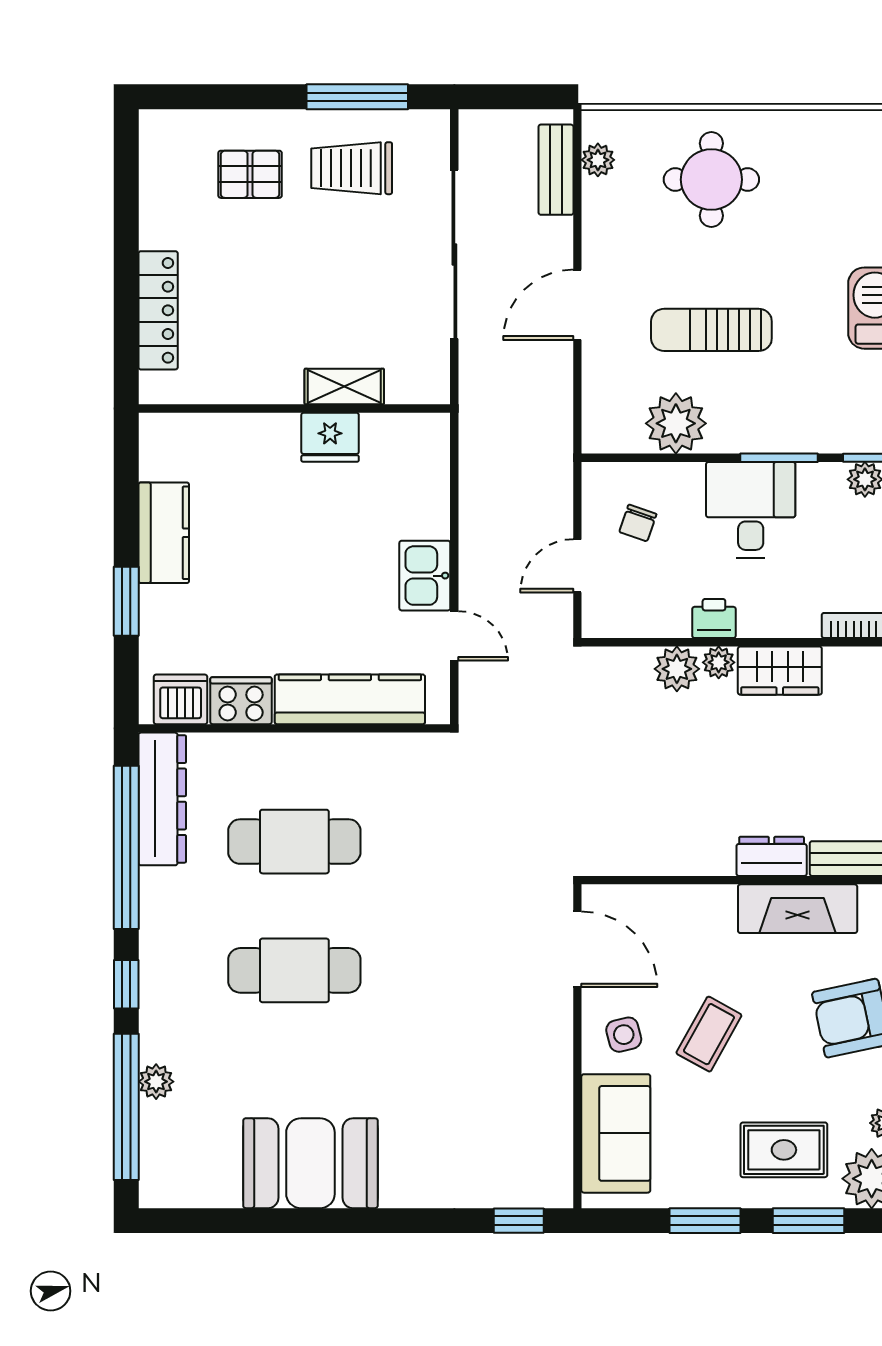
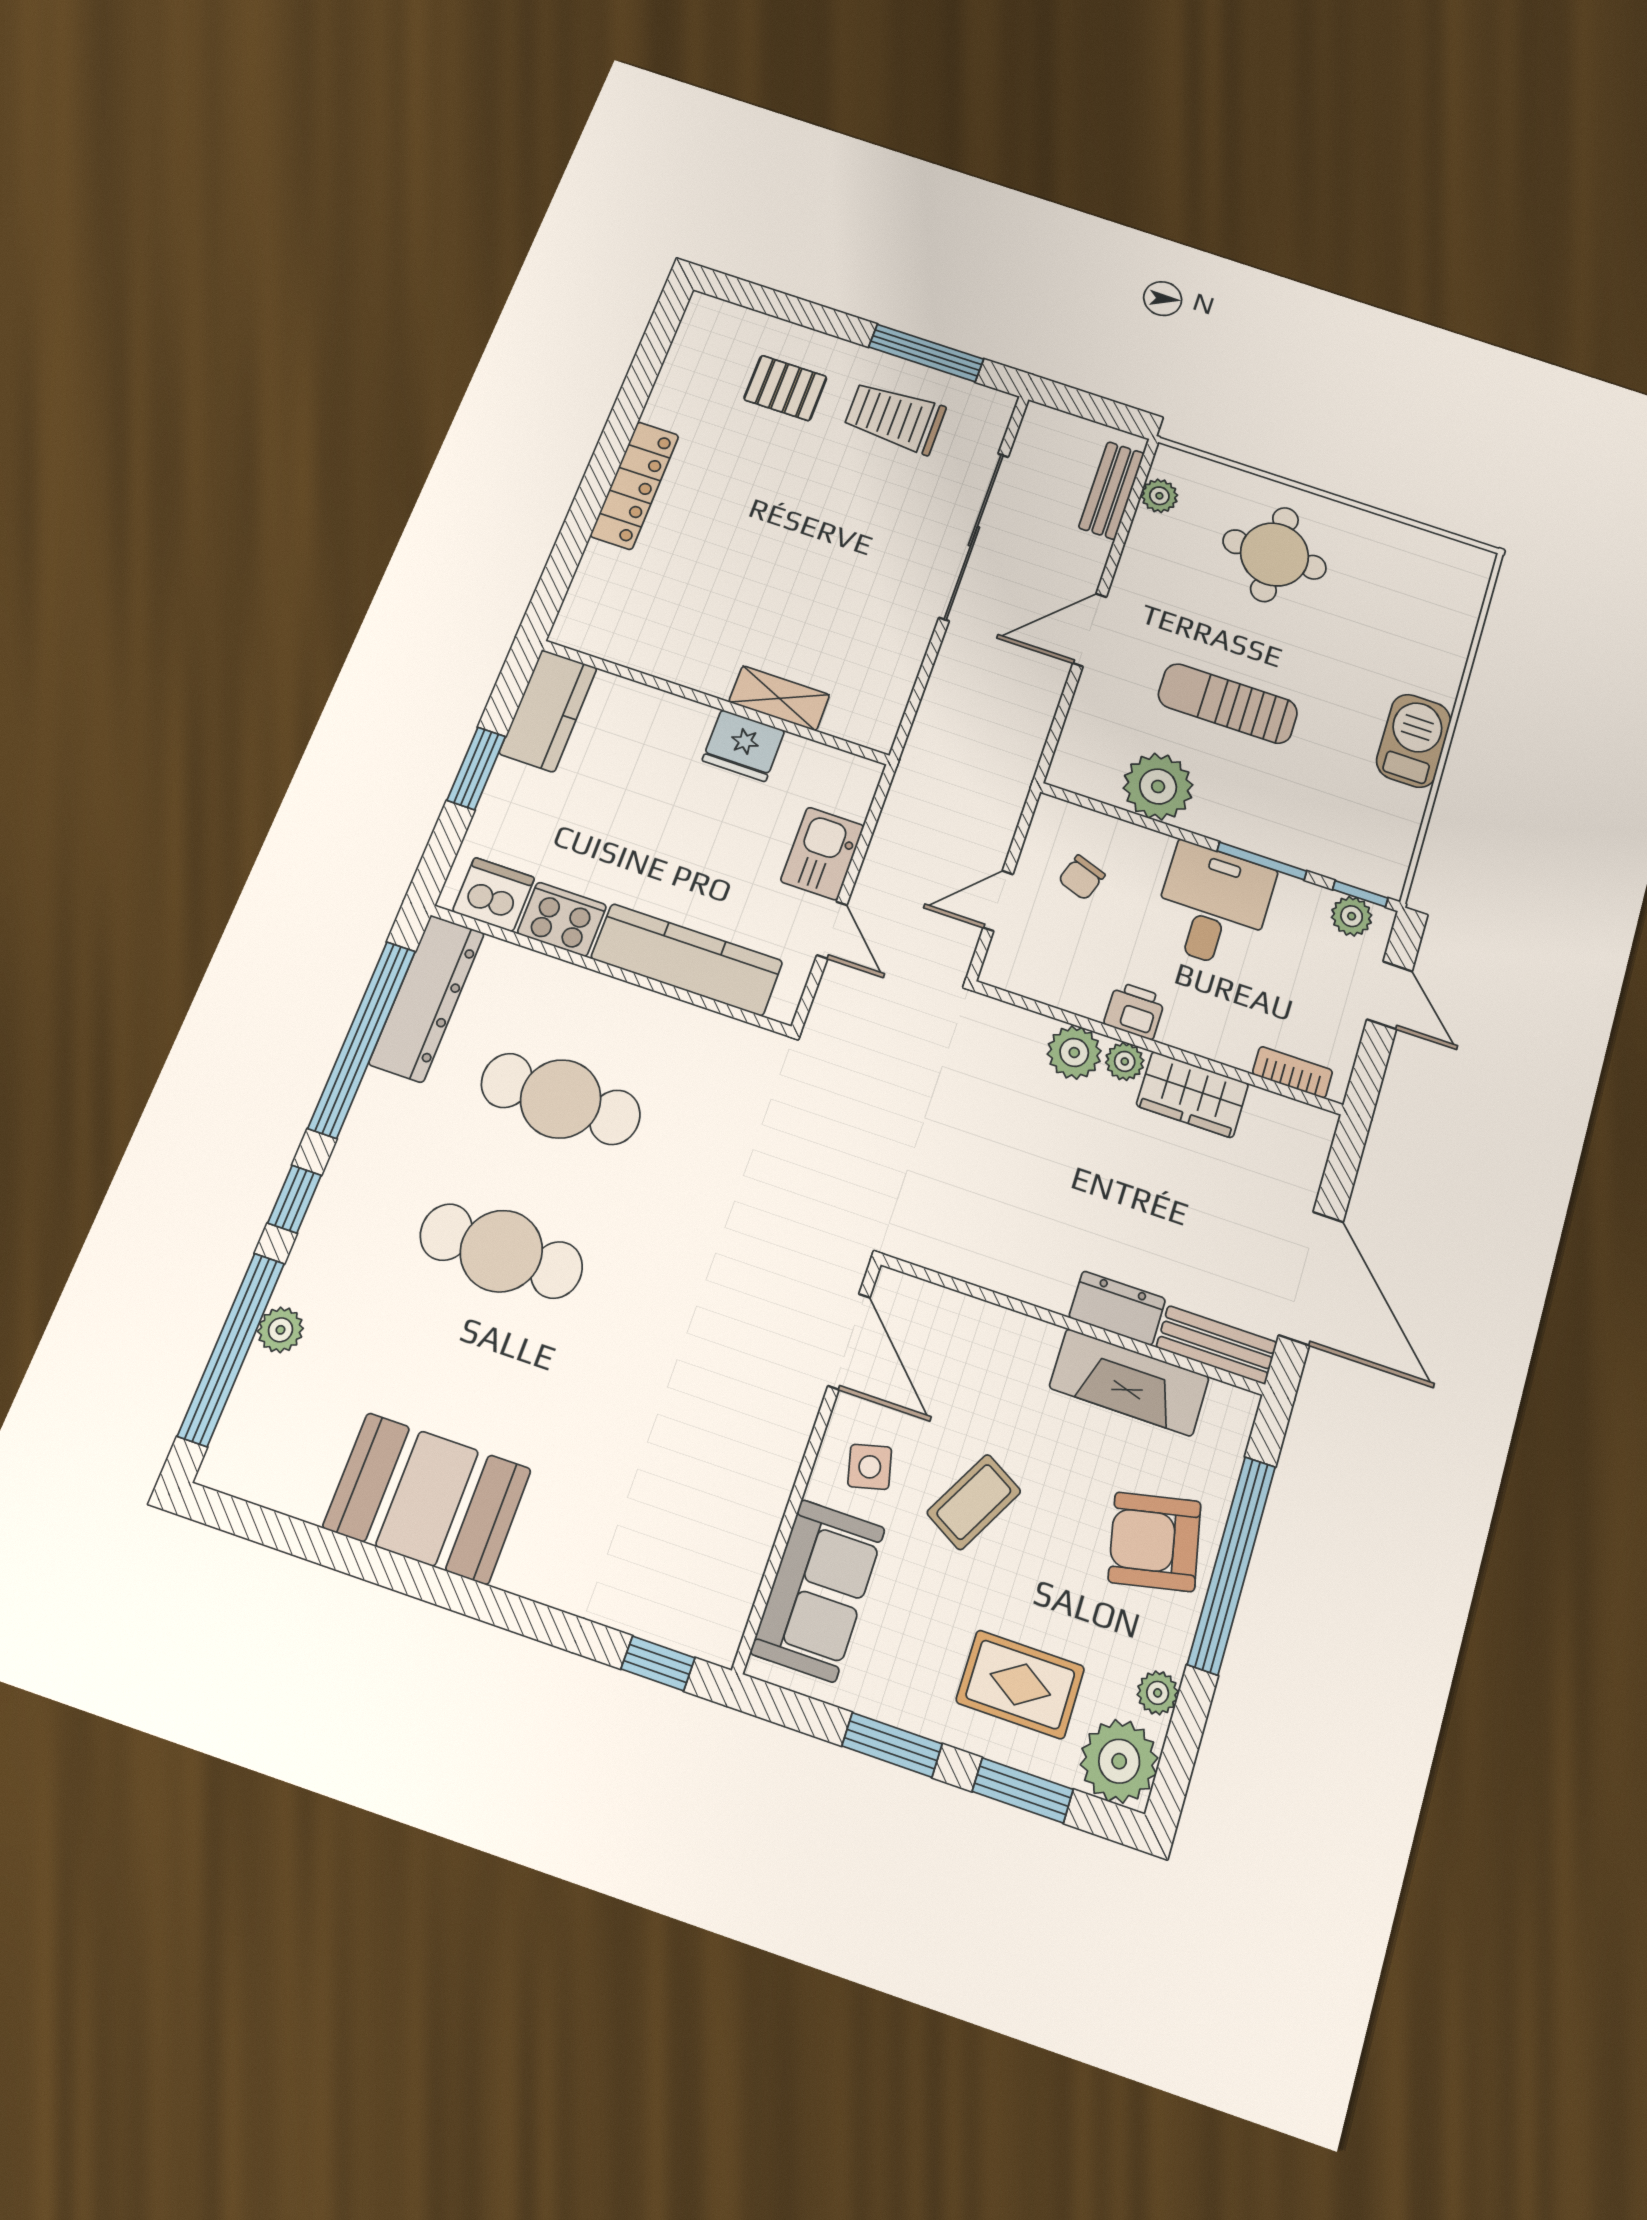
shelving: (344, 386) -> (779, 698), moved
wall: (294, 408) -> (715, 703), moved
fridge: (330, 437) -> (743, 746), moved

